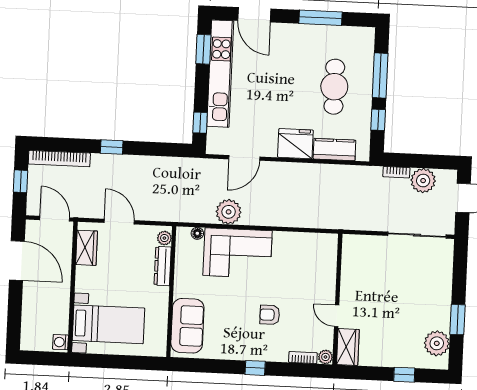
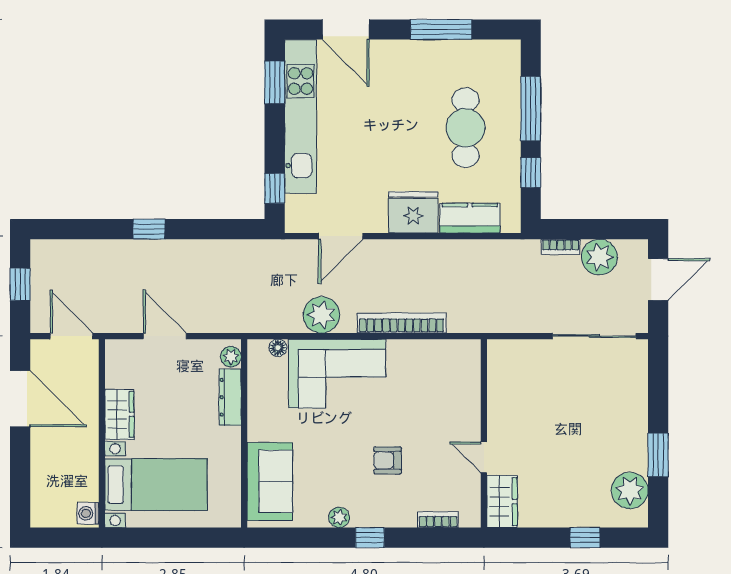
bookcase: (59, 159) -> (401, 323), moved, turned 180
wardrobe: (87, 248) -> (119, 414), moved
plant: (325, 357) -> (339, 517), moved

